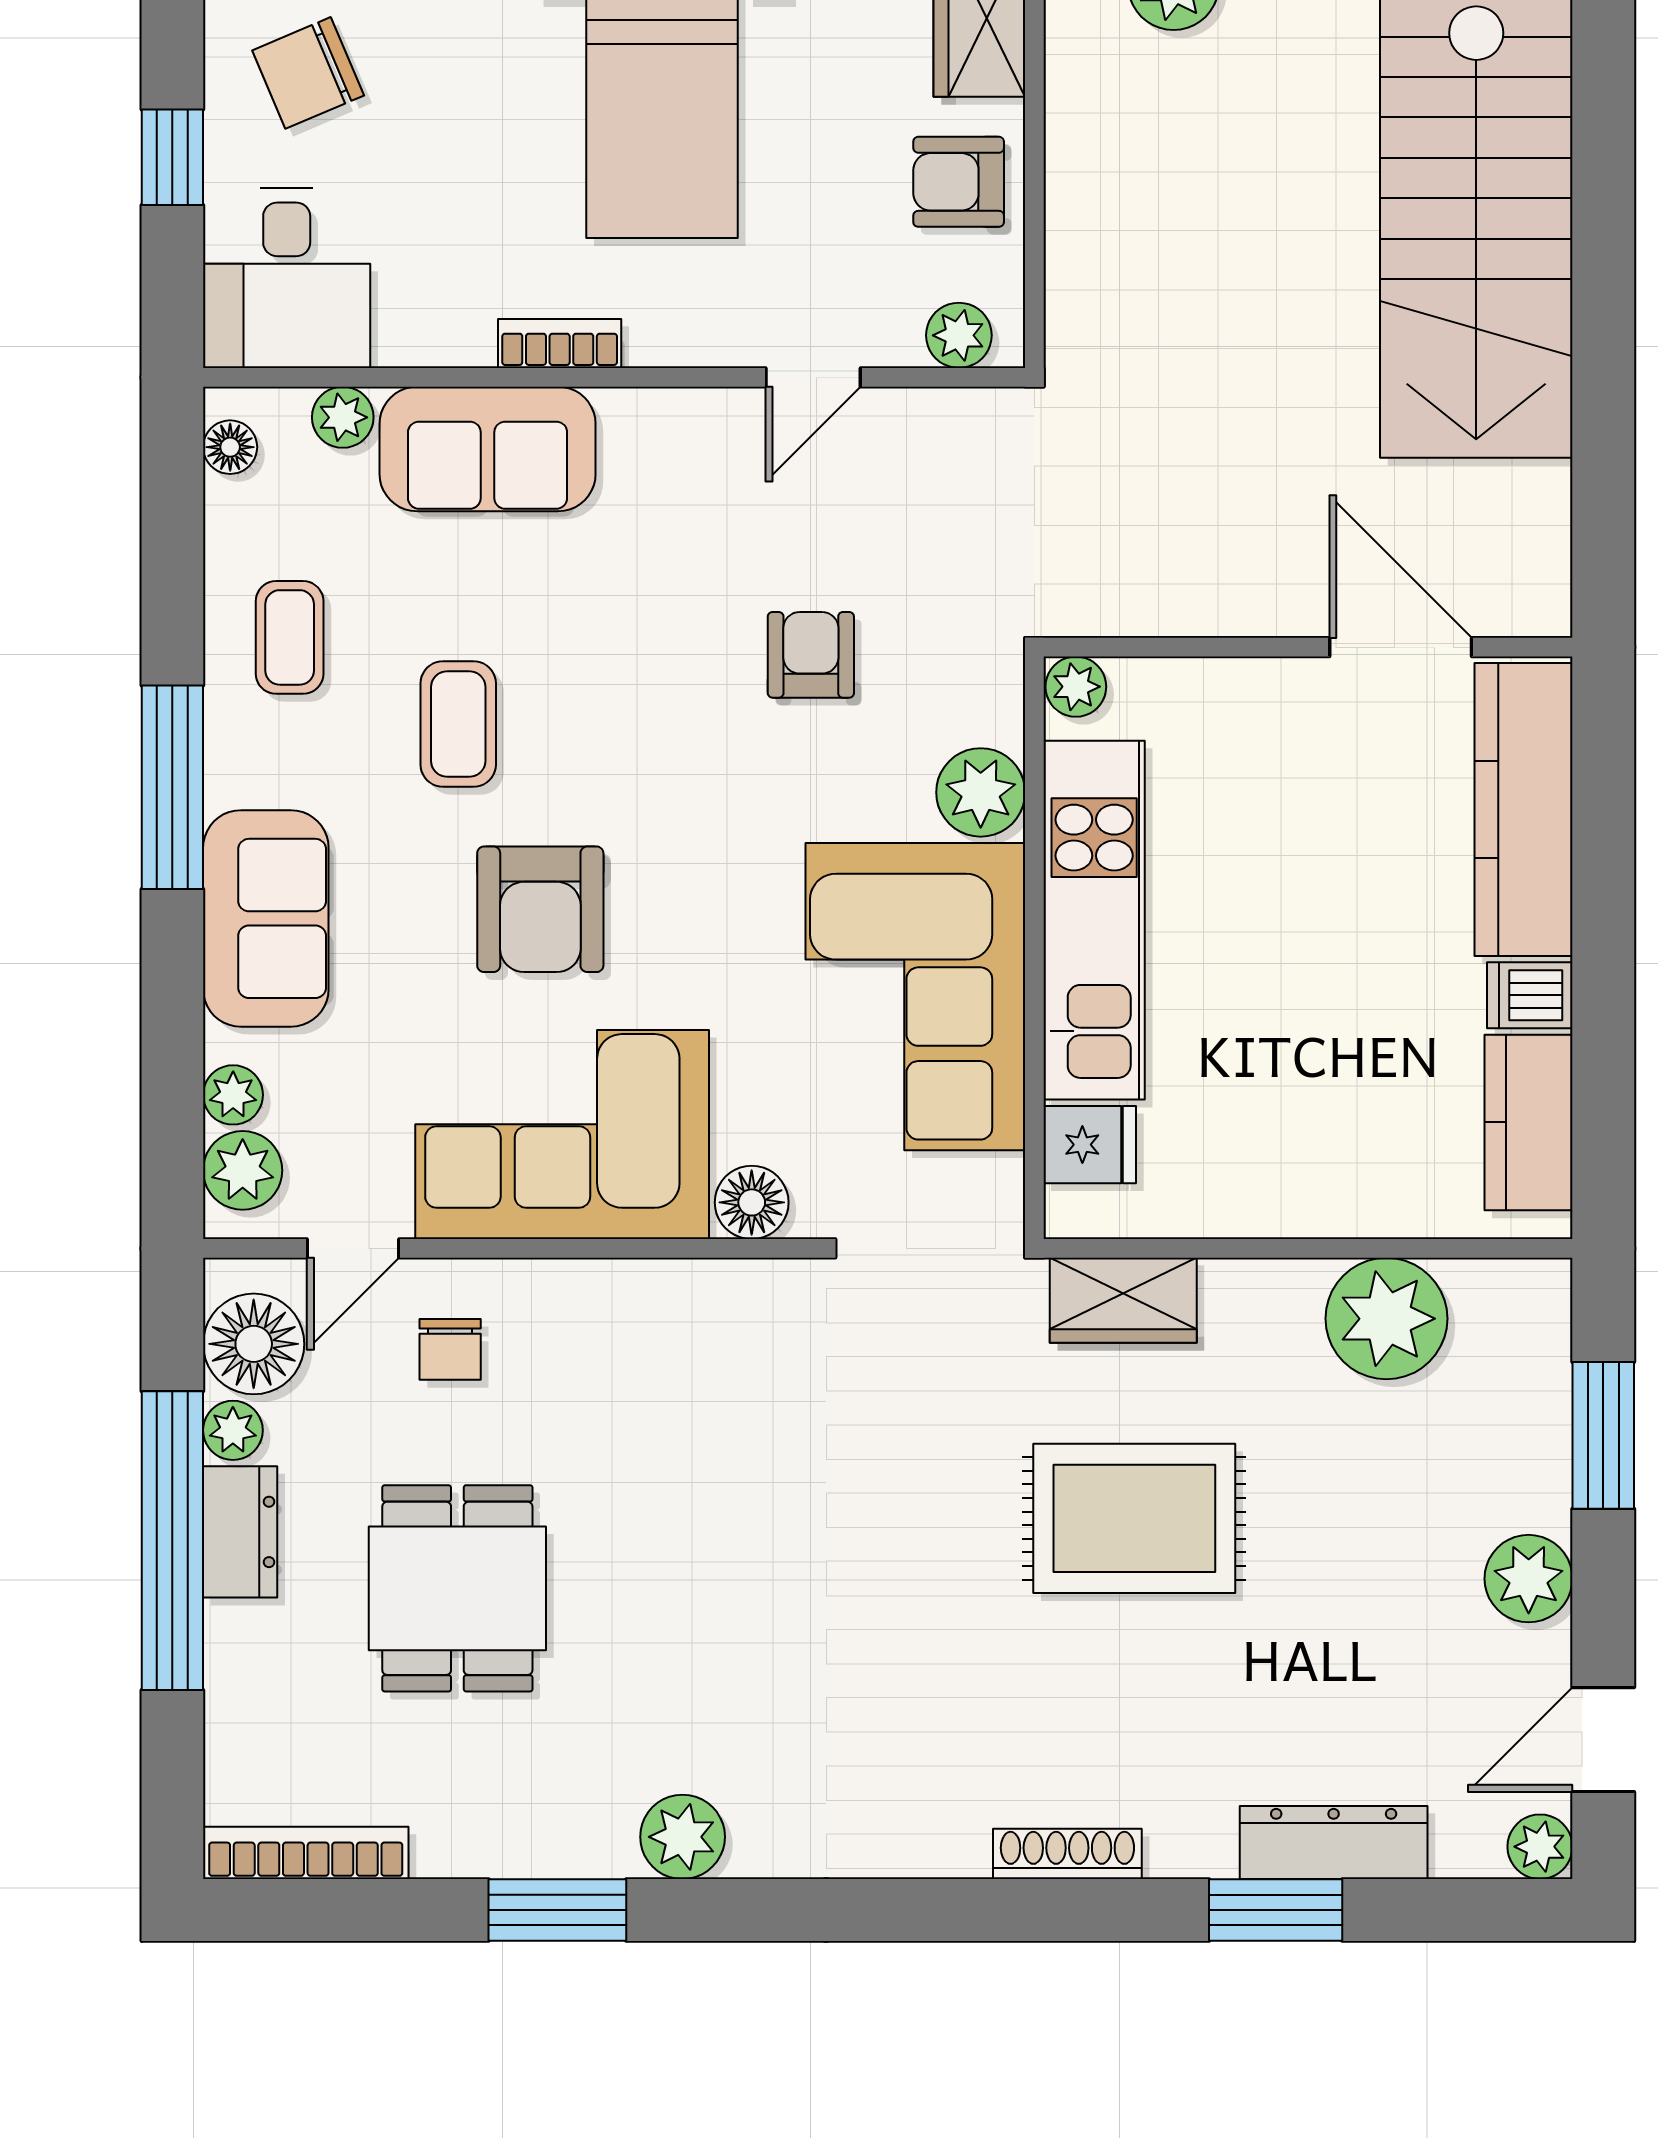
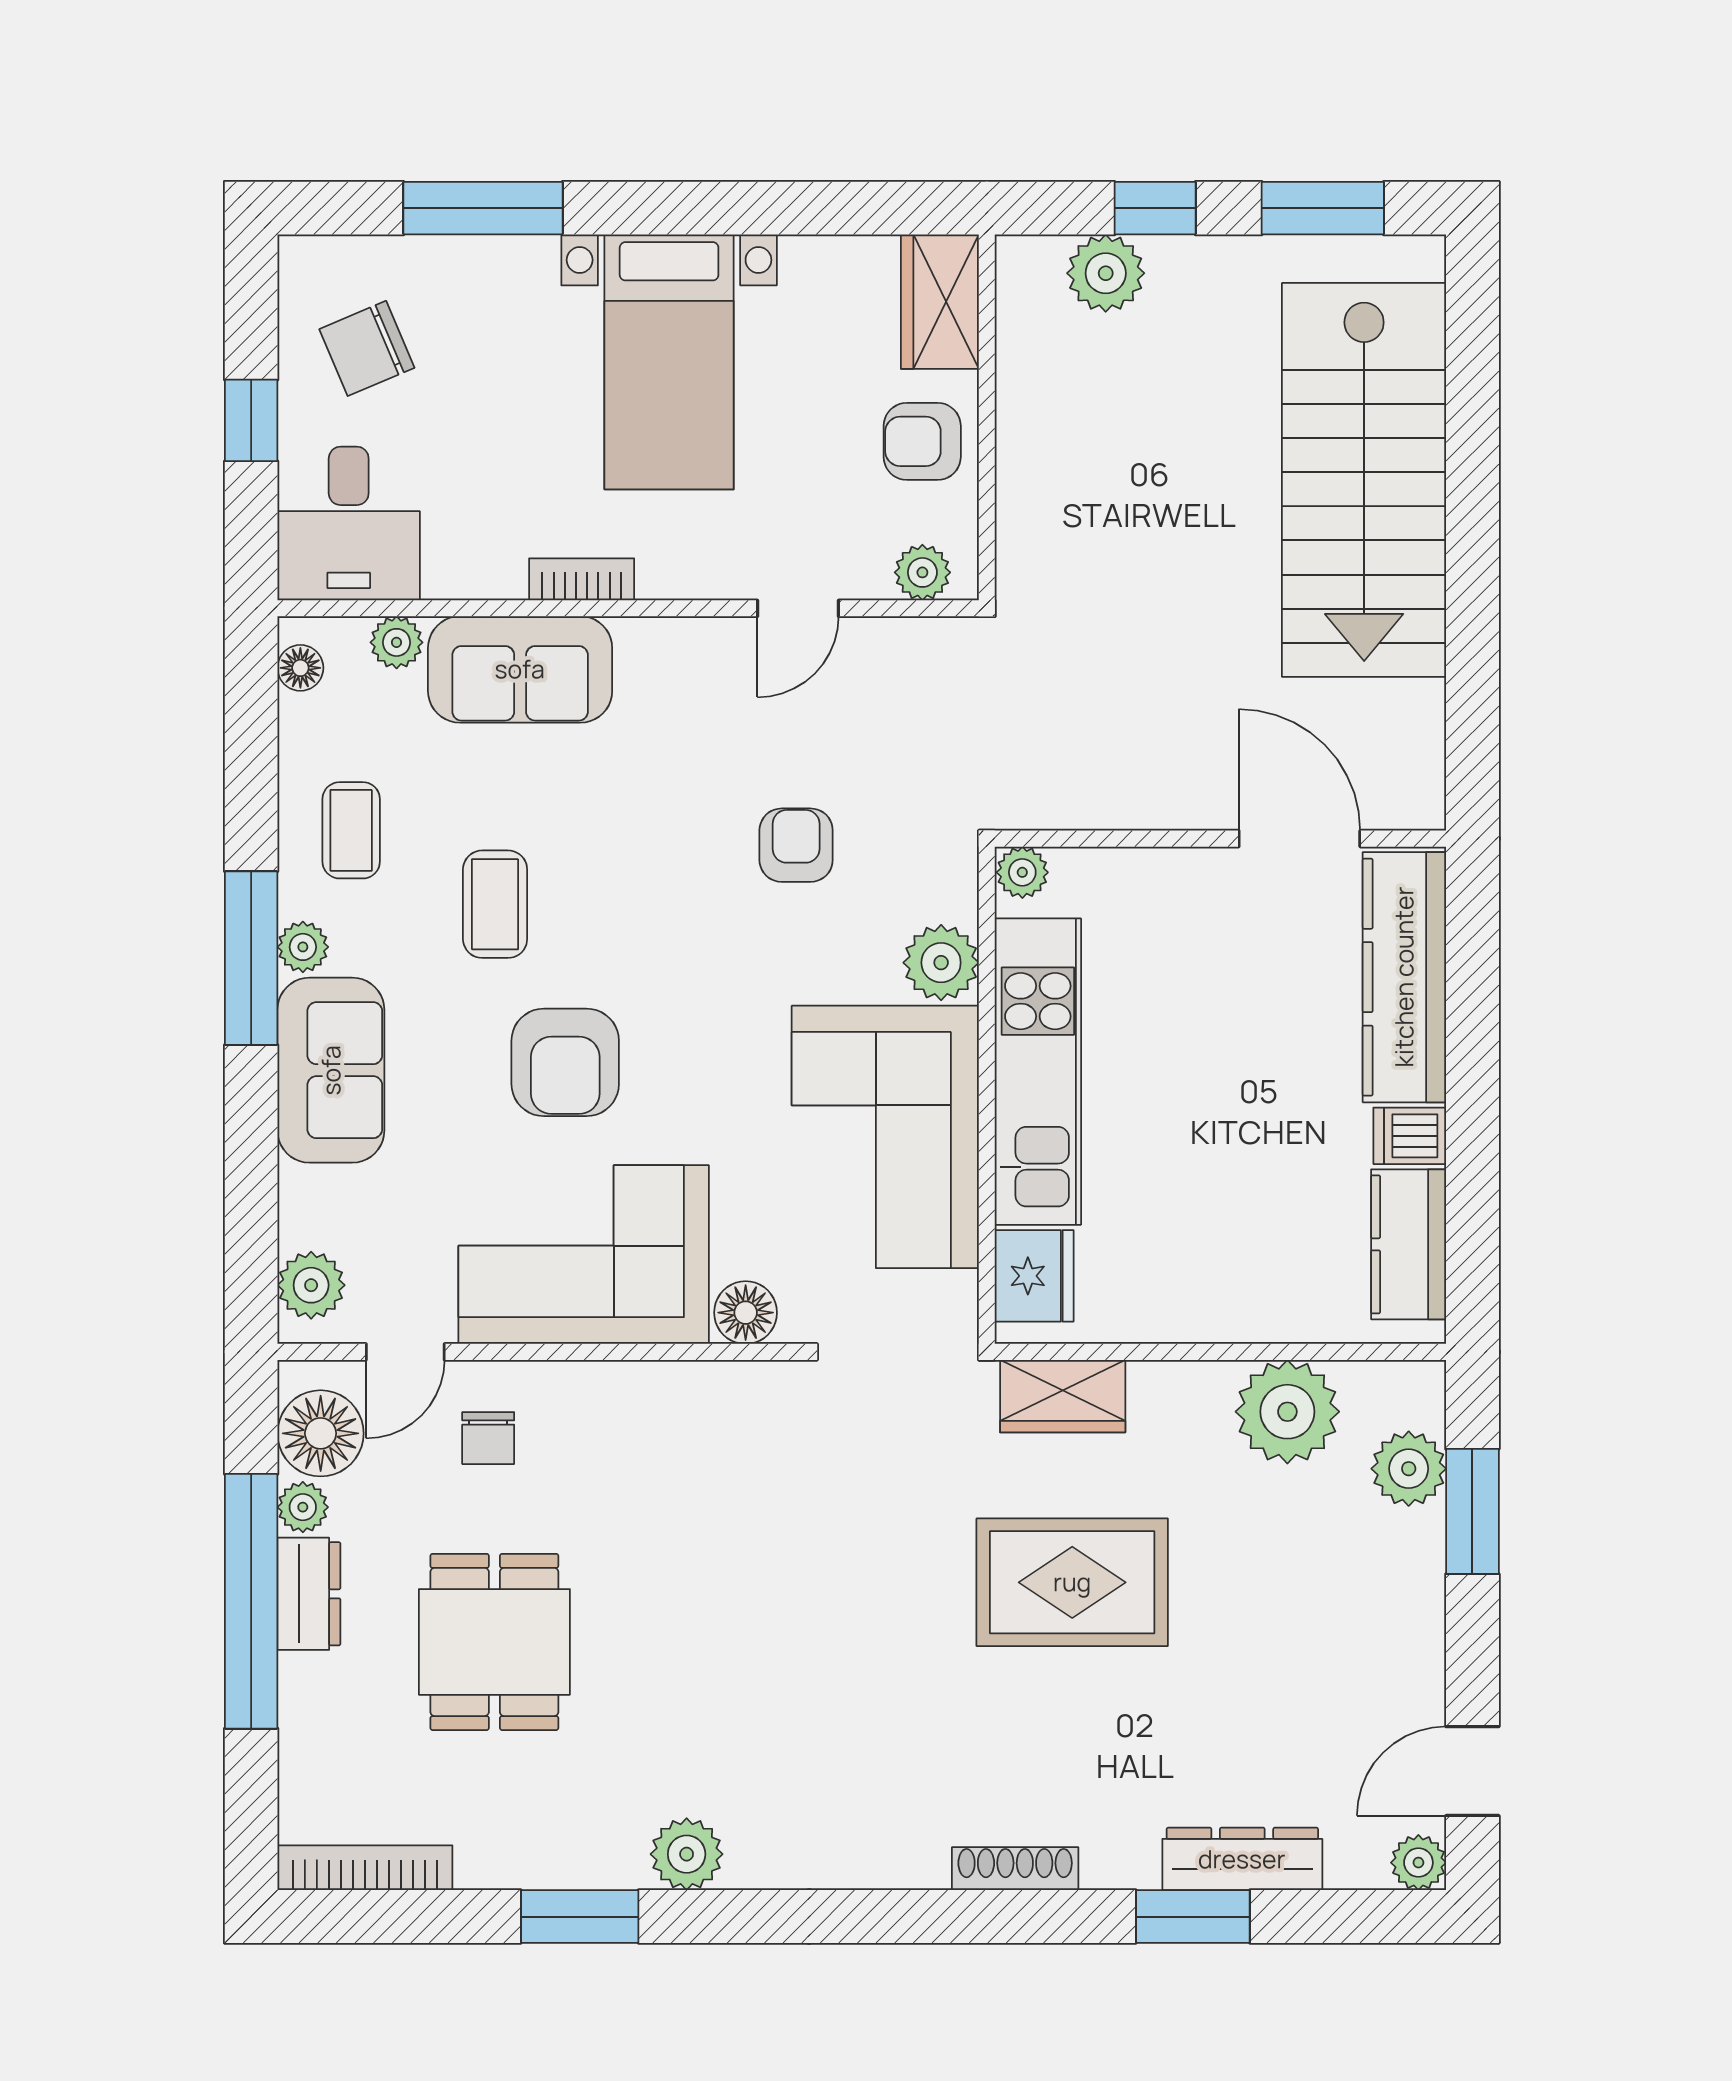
plant: (233, 1095) -> (303, 947), moved
fridge: (1090, 1145) -> (1034, 1276), width x1.38
plant: (1529, 1579) -> (1409, 1469), moved

